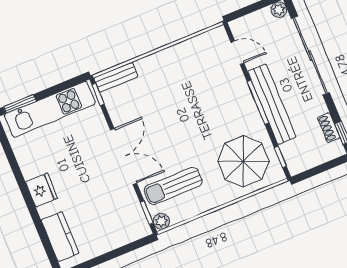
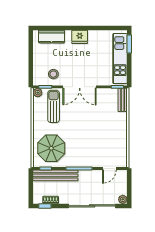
bench: (272, 104) -> (55, 175), moved
stool: (120, 208) -> (53, 74), added

